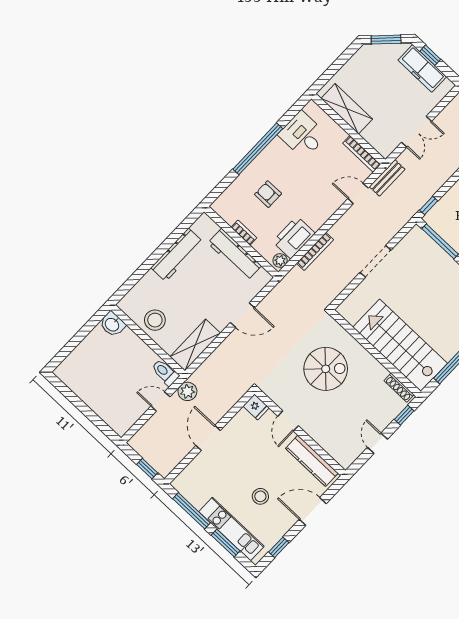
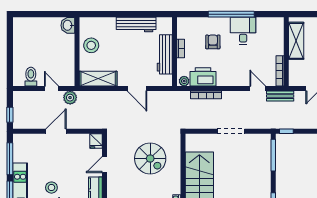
desk: (303, 135) -> (243, 31), moved
toilet: (165, 372) -> (31, 77), moved

